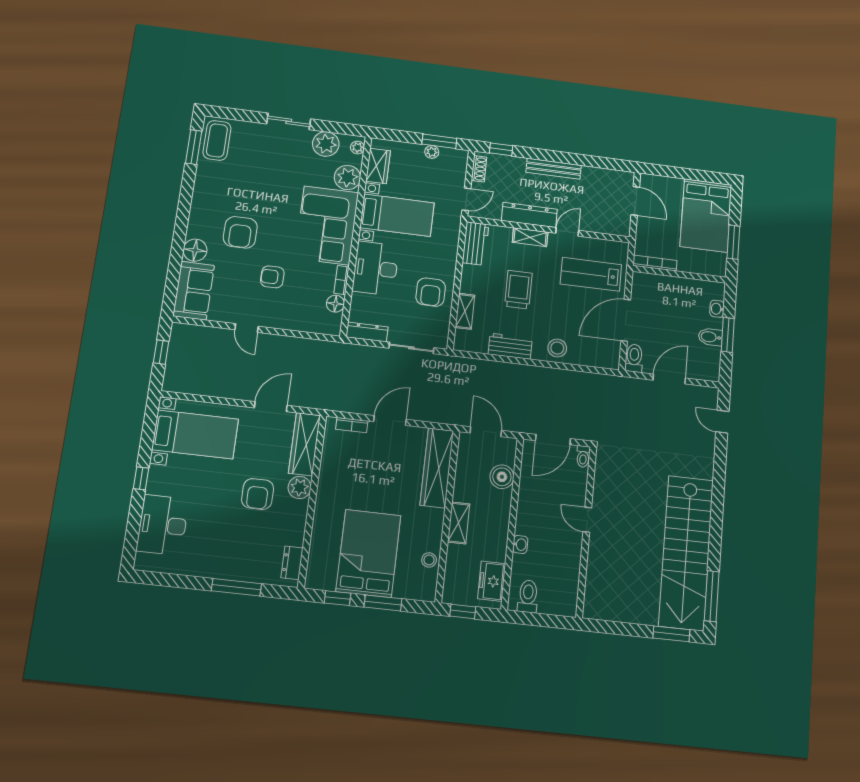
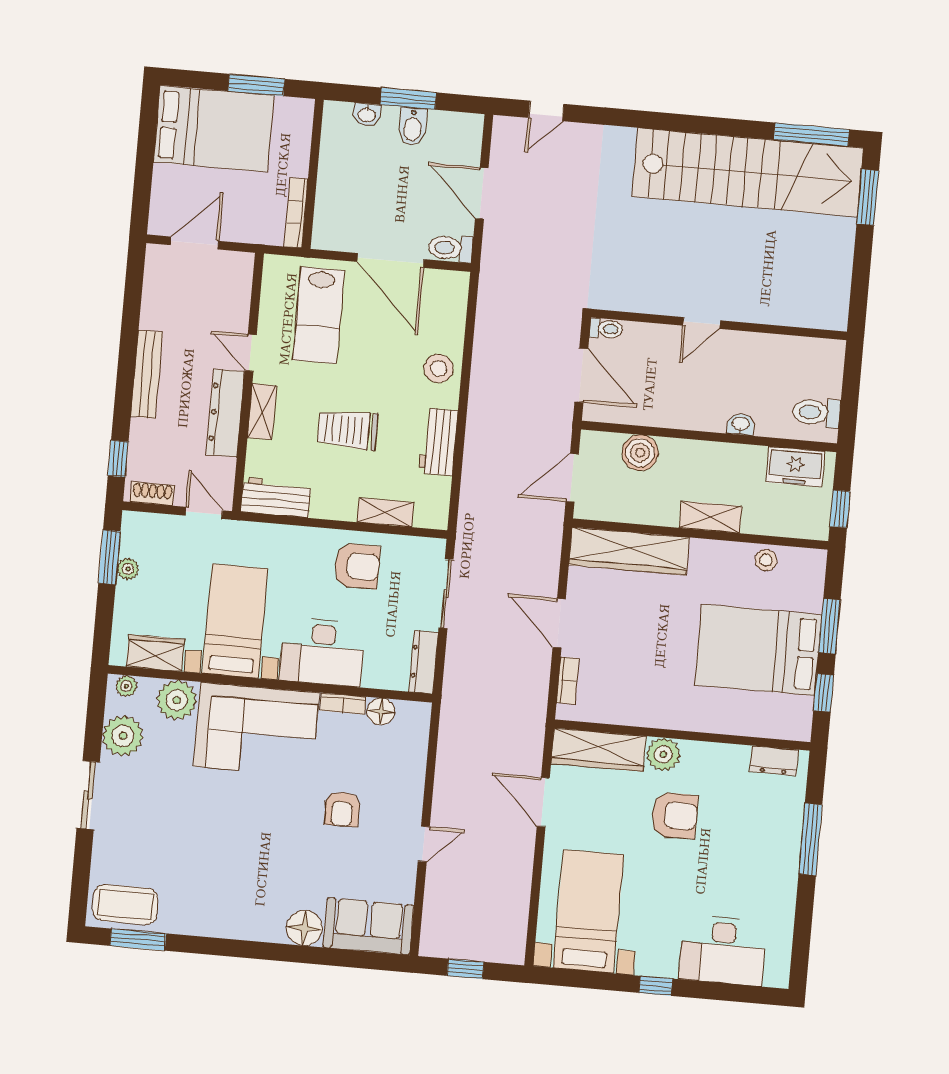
armchair: (240, 232) -> (273, 861), removed

